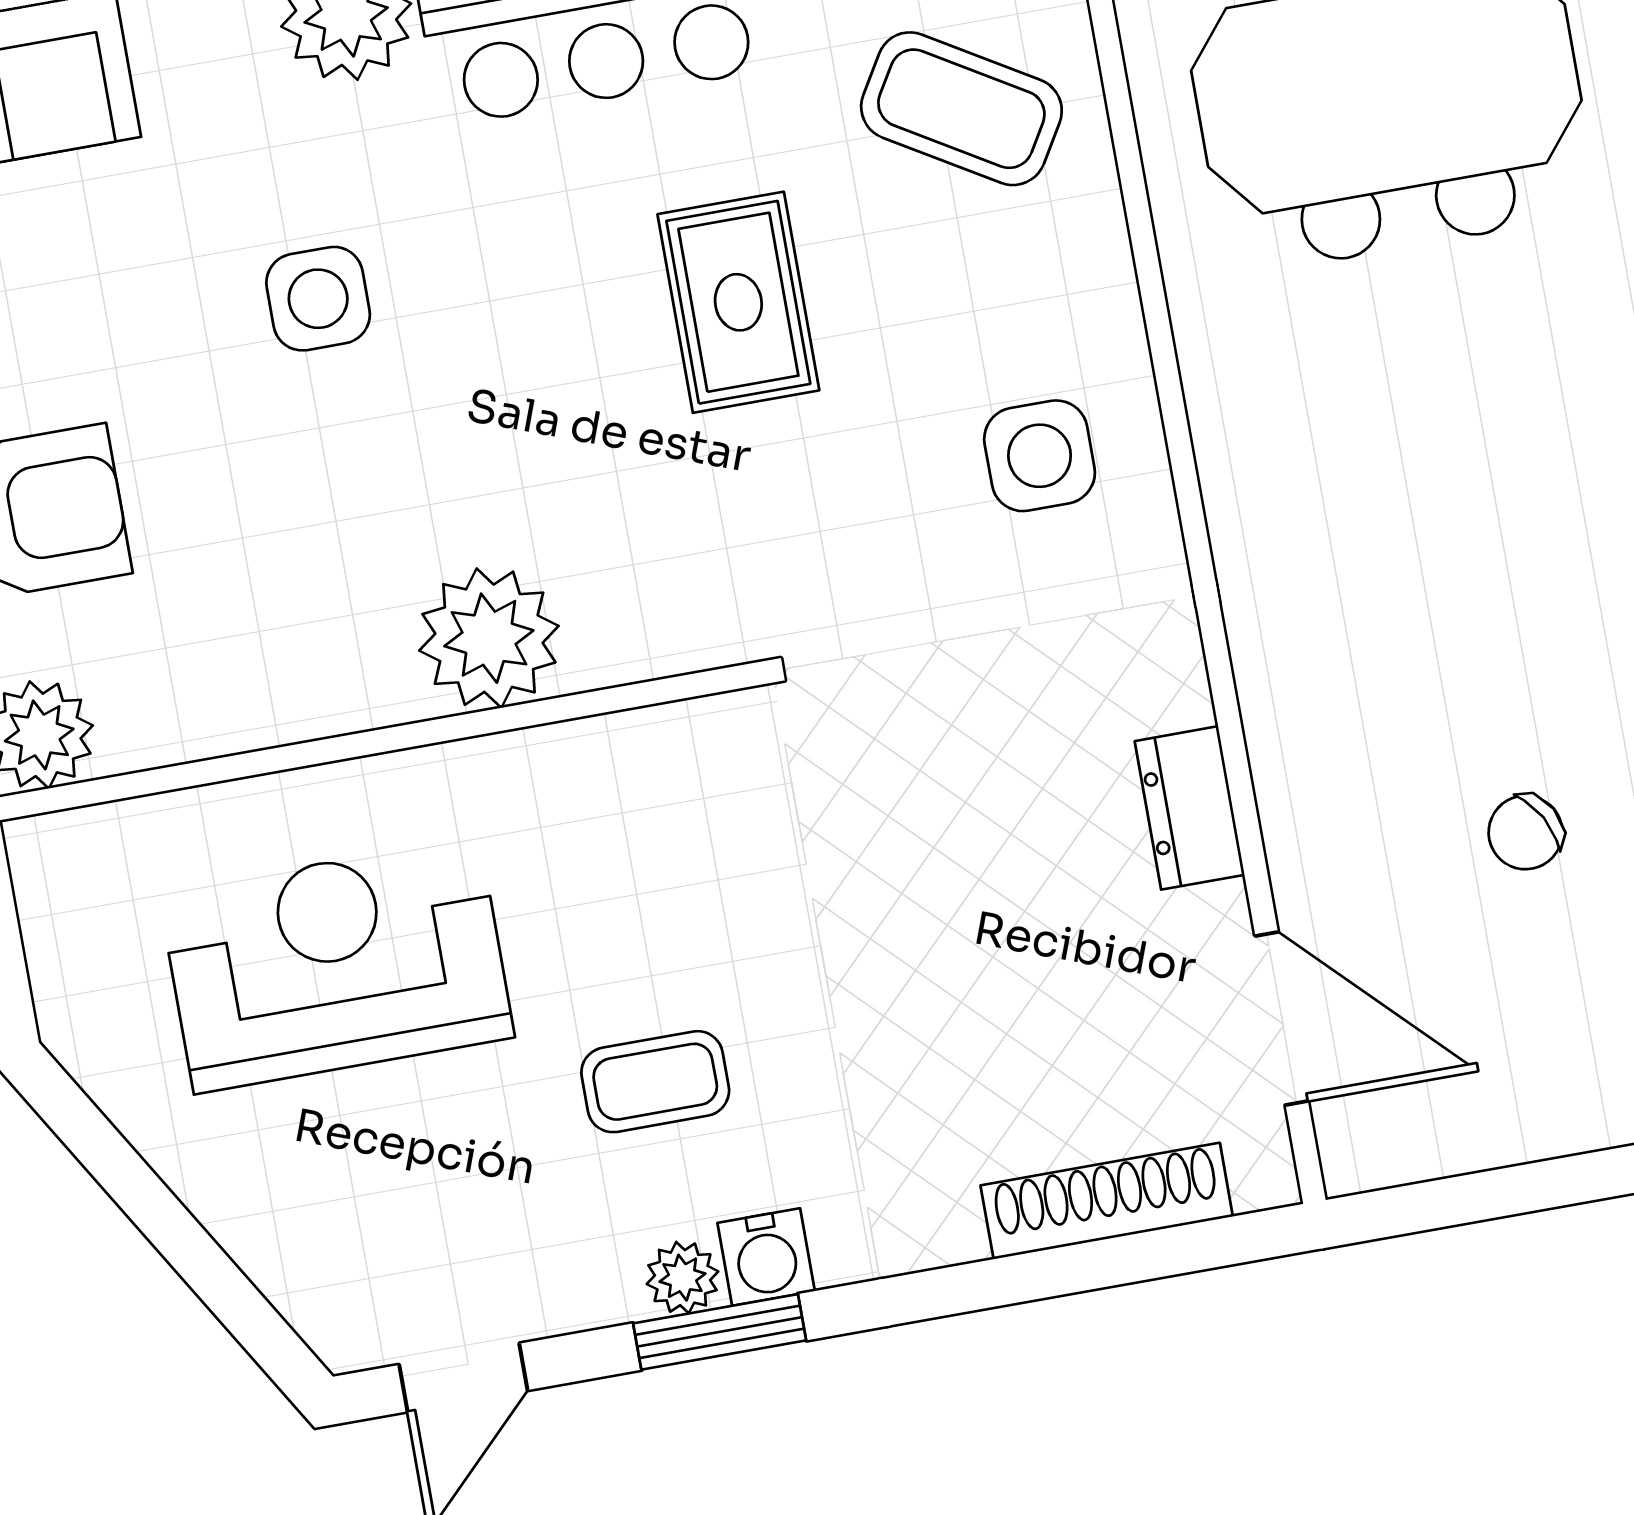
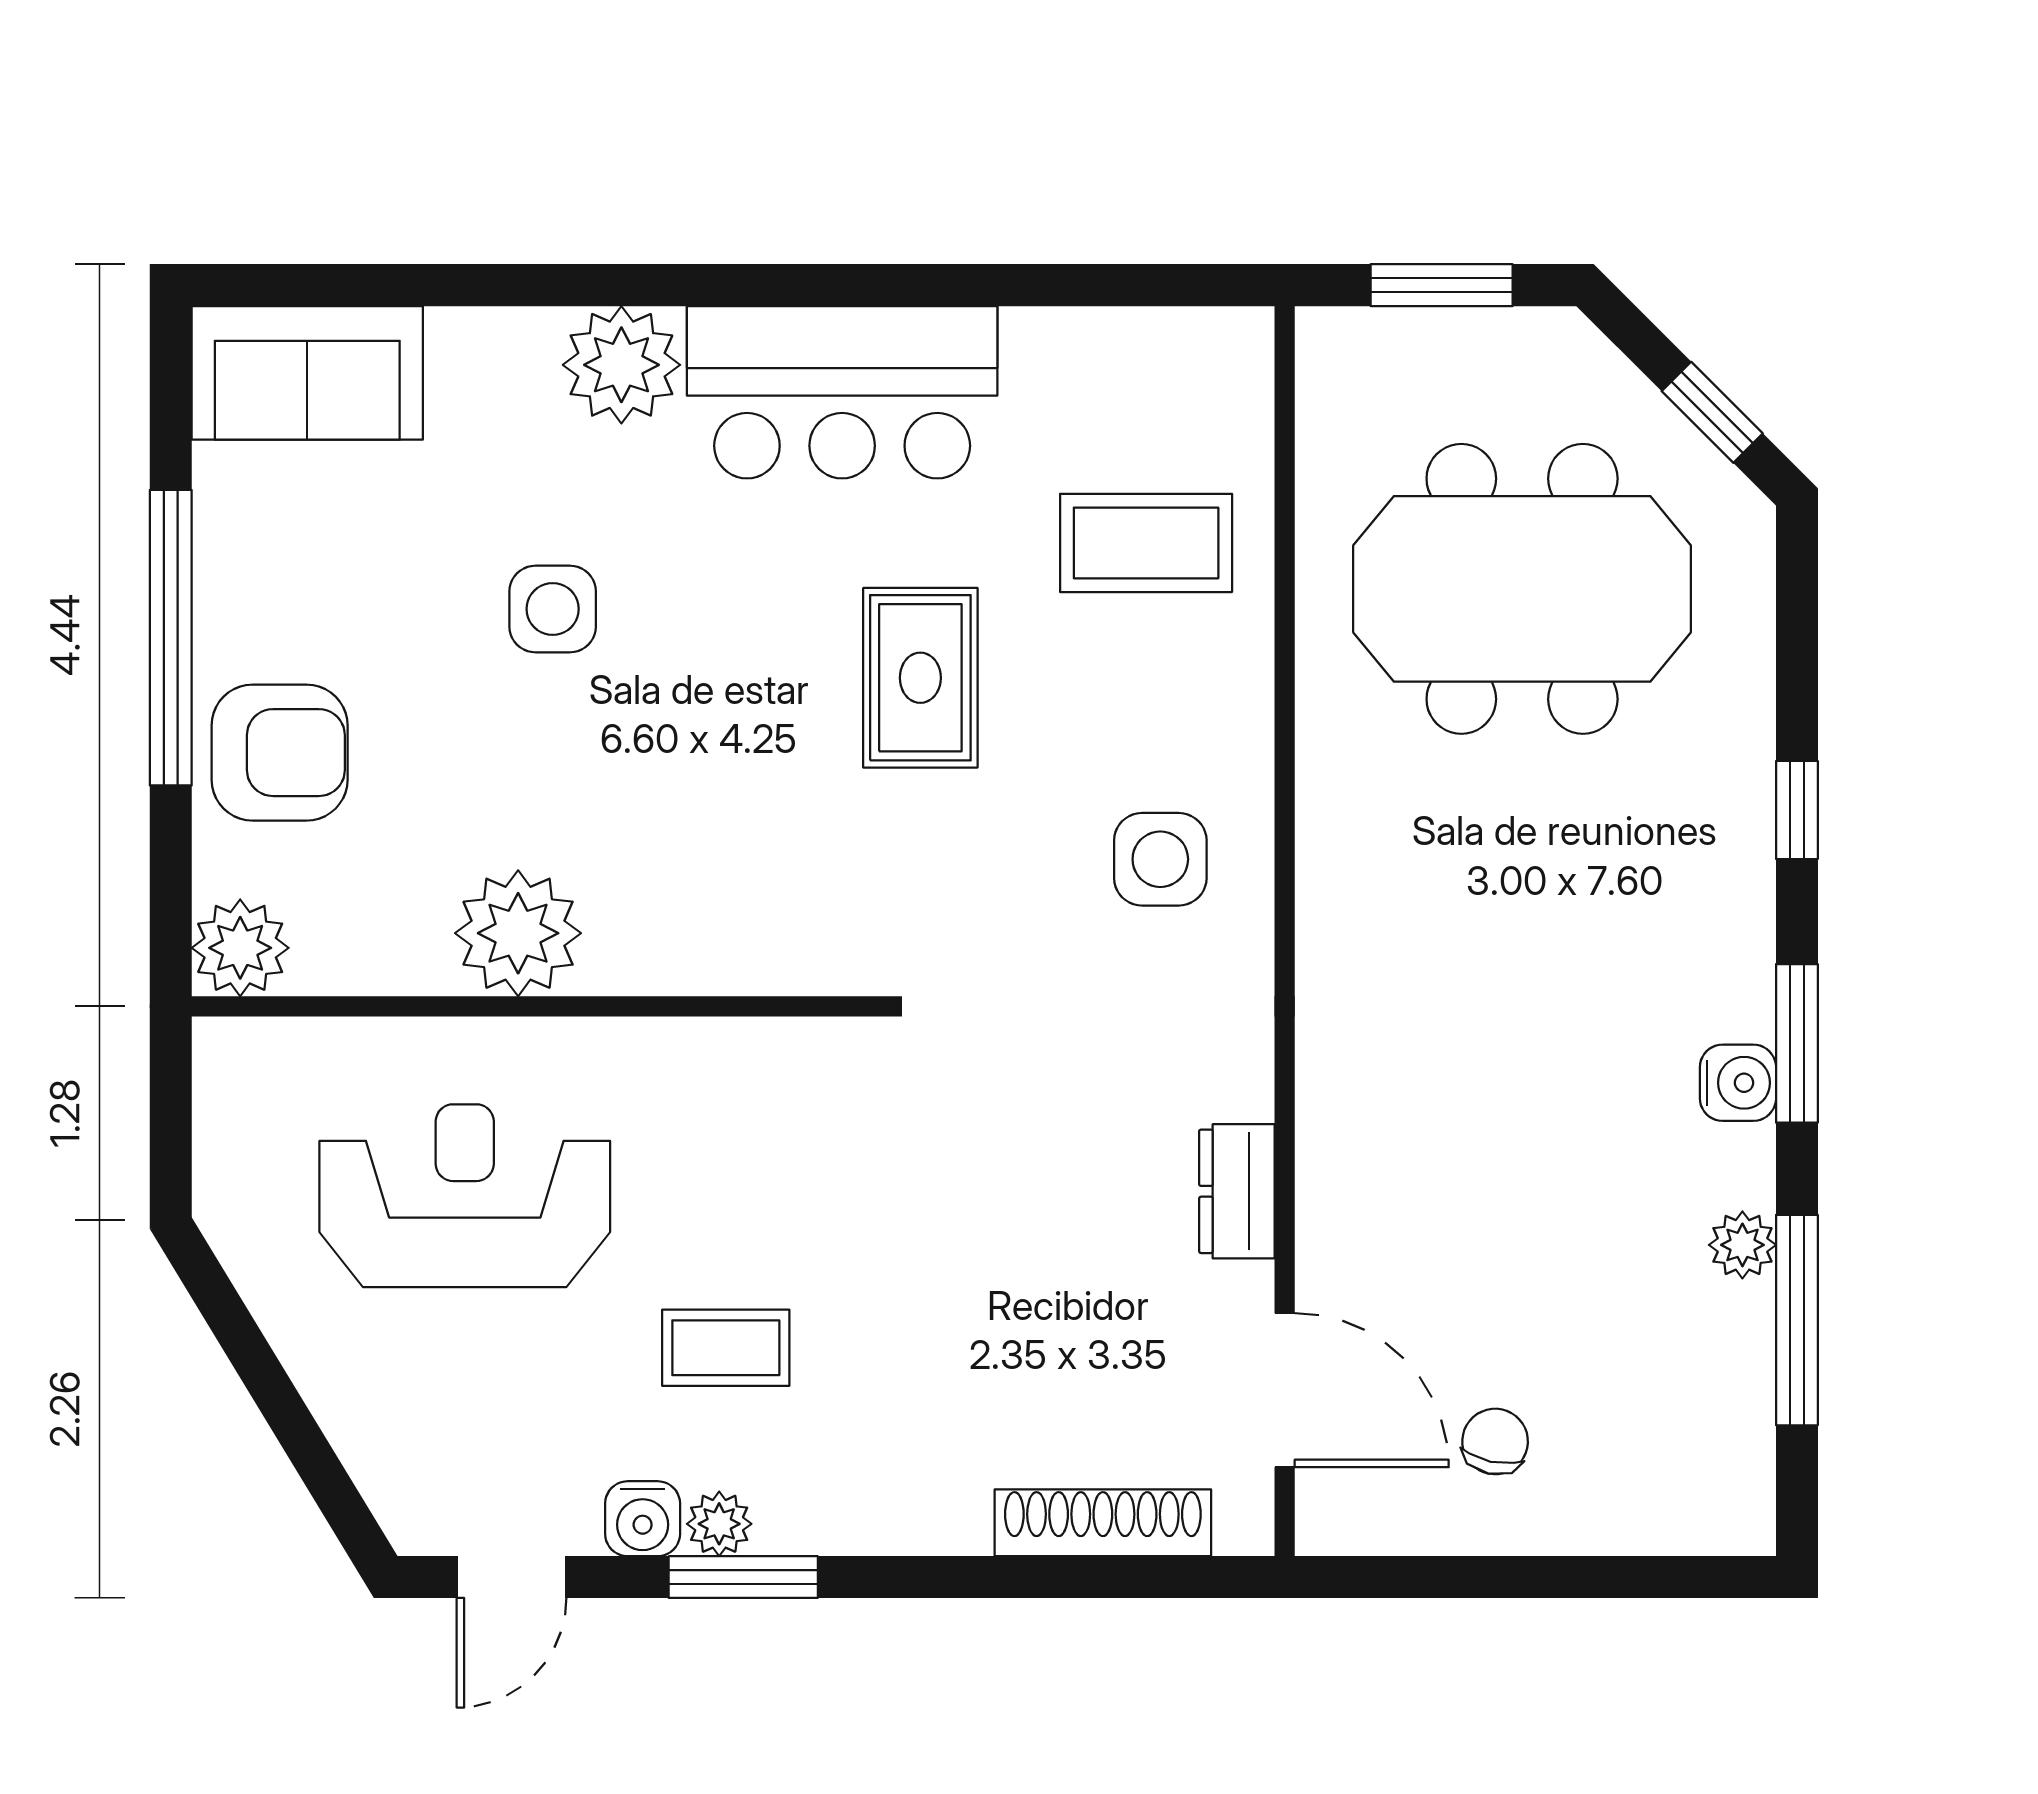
coffee table: (961, 109) -> (1146, 543), turned -31
plant: (489, 638) -> (518, 933), moved
chair: (1525, 832) -> (1495, 1441), moved, turned 131
water cooler: (766, 1257) -> (643, 1519), moved

